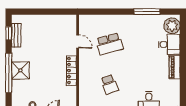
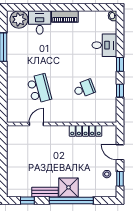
bench: (16, 35) -> (45, 192), moved
locker: (71, 71) -> (85, 131), moved

